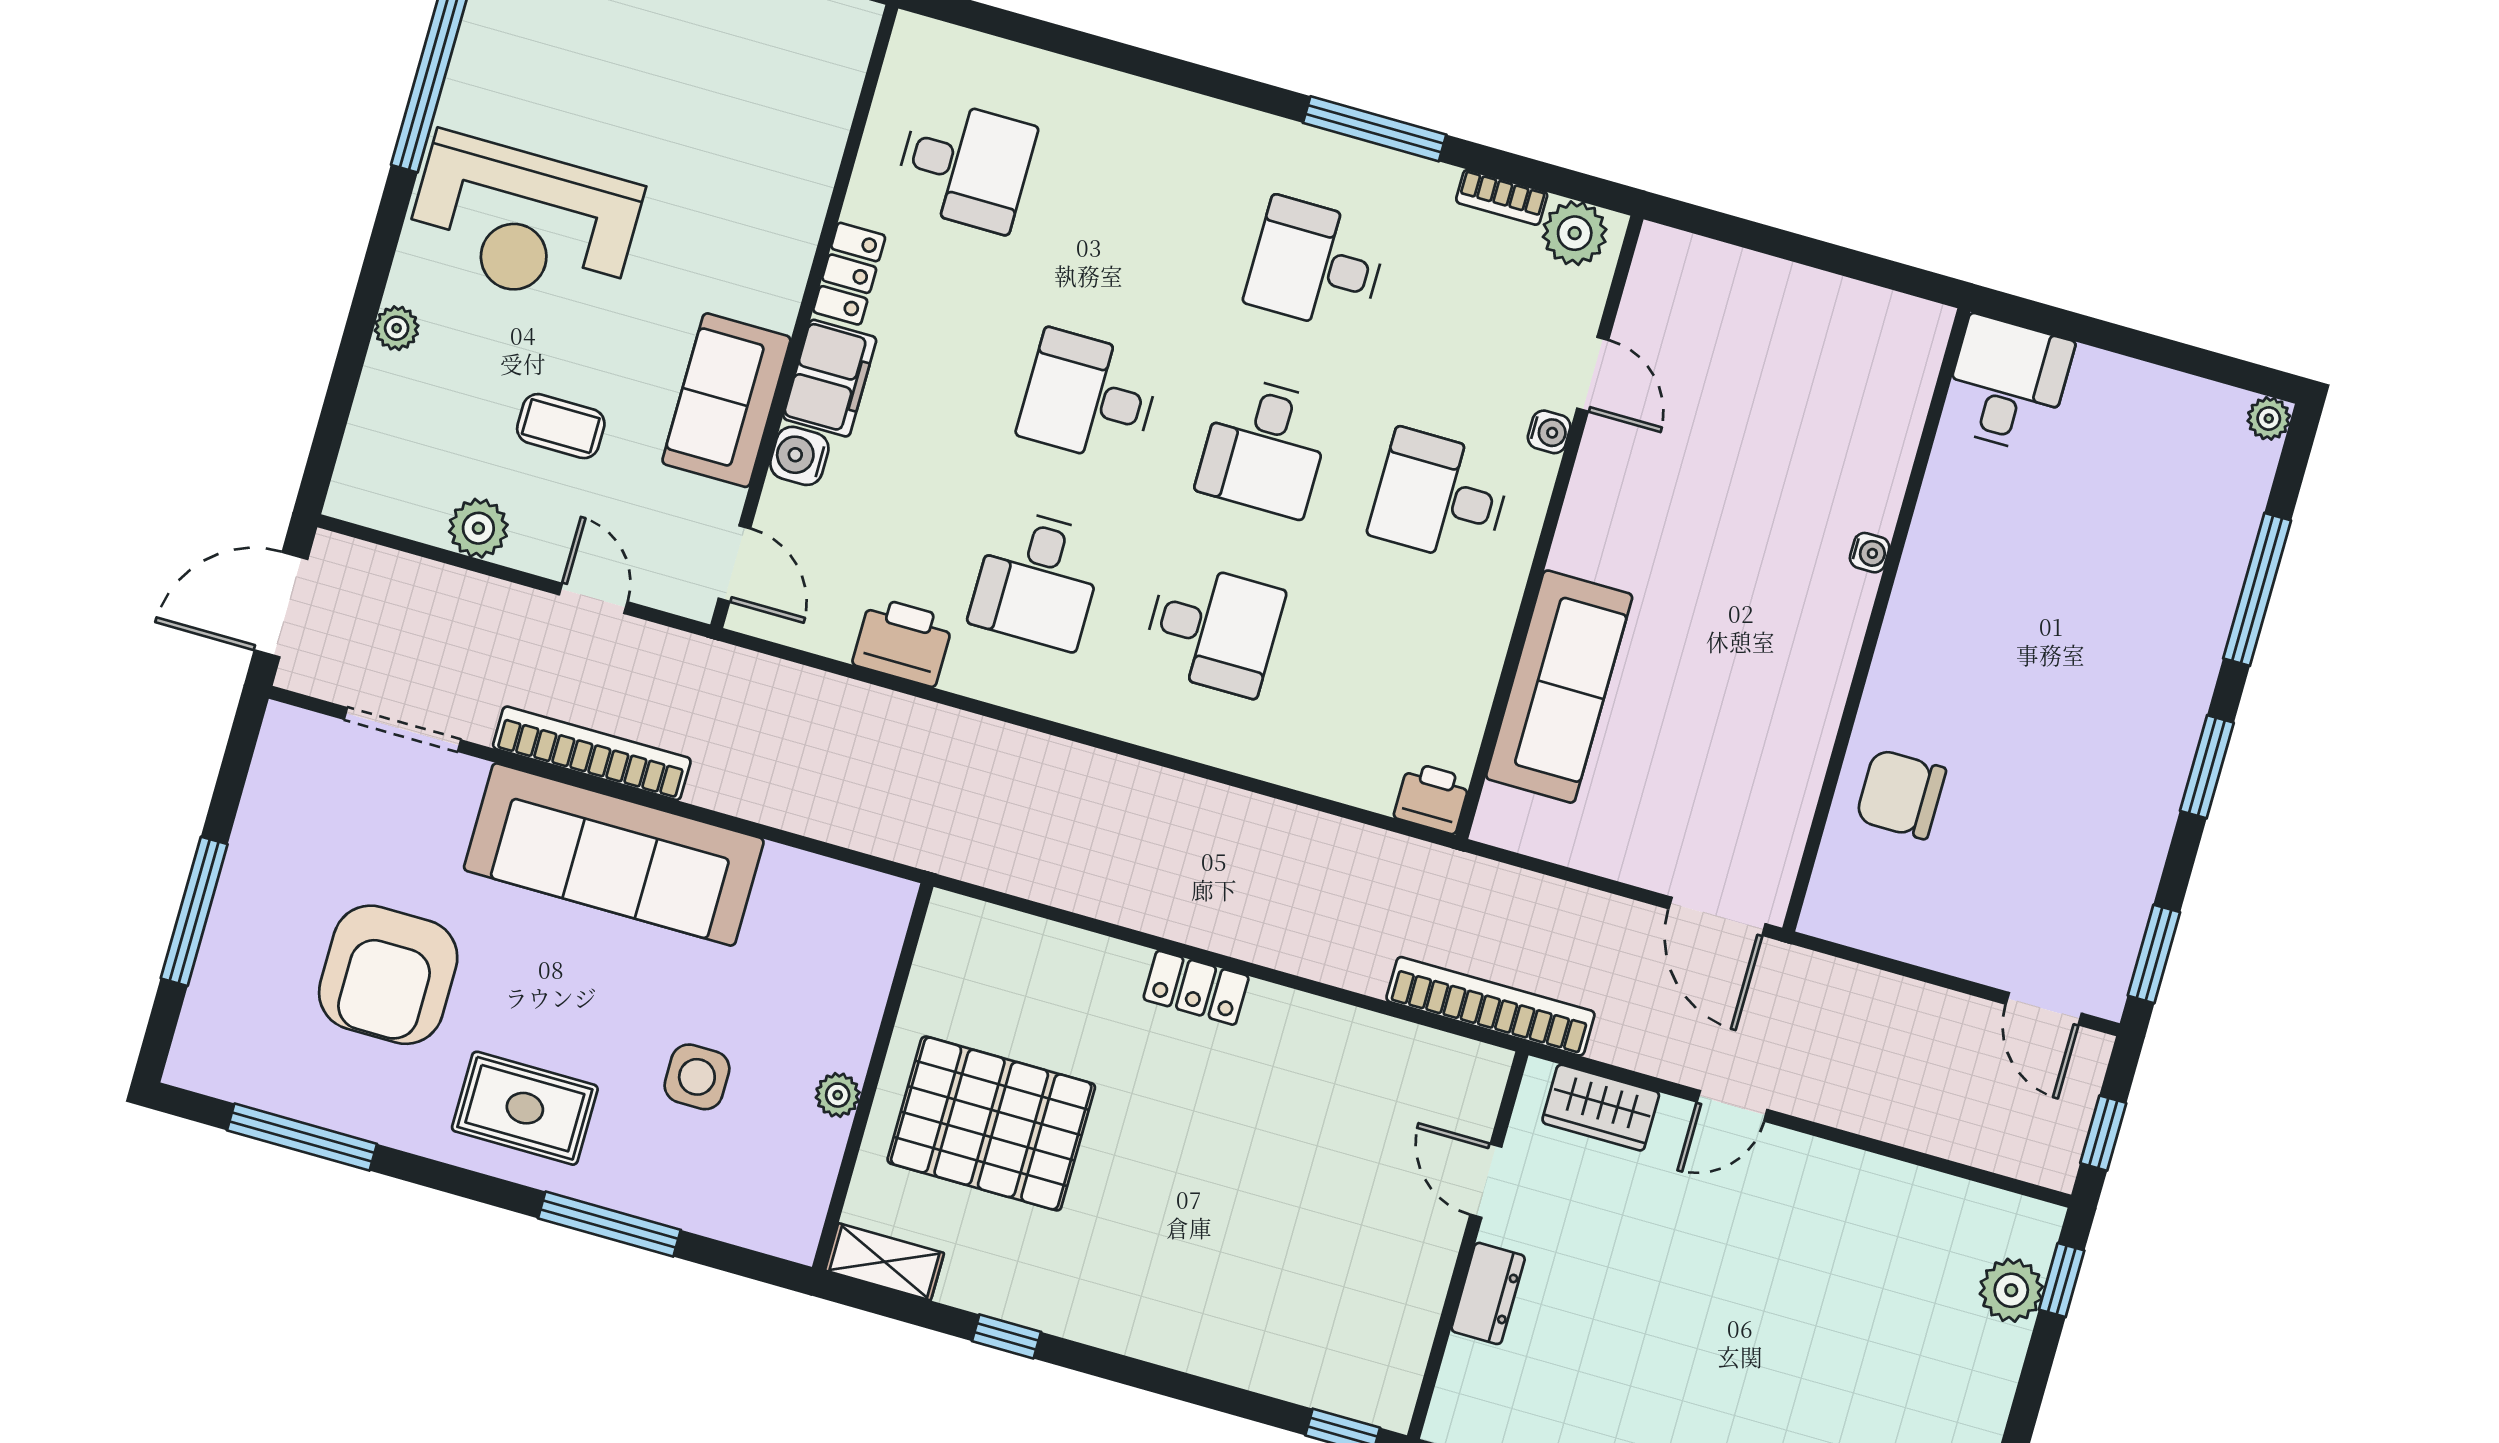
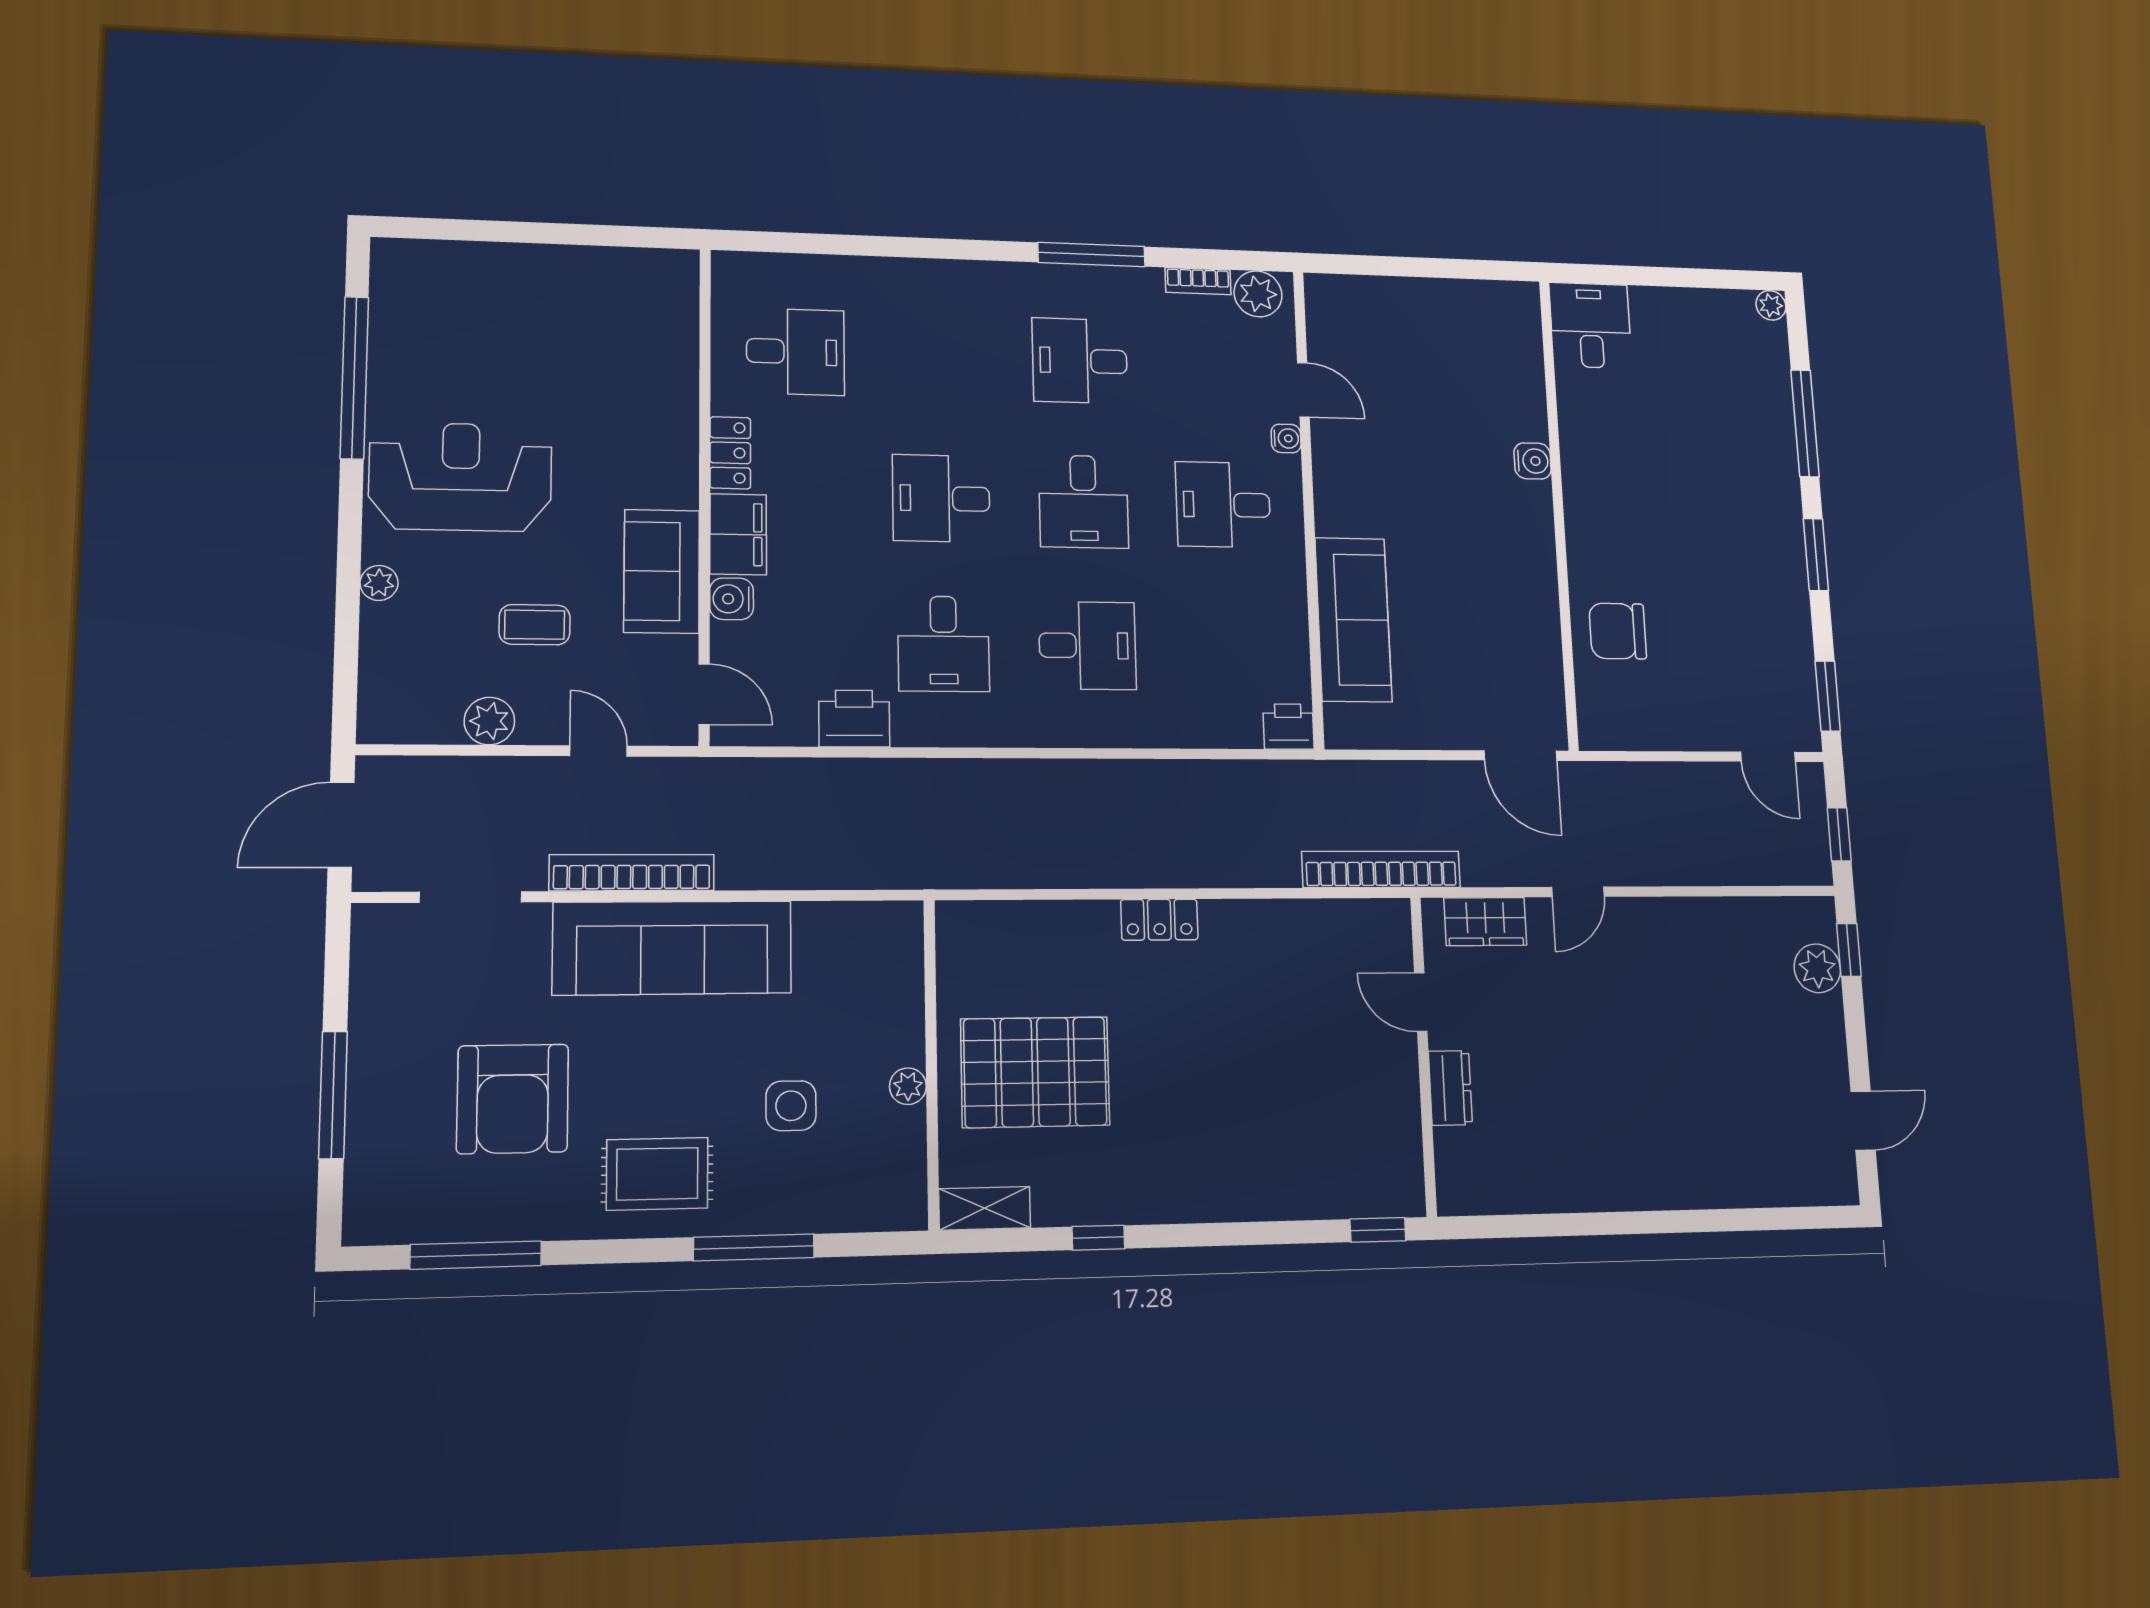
reception desk: (523, 222) -> (461, 477), turned 180
water cooler: (1870, 553) -> (1533, 461), width x1.38, depth x1.38

